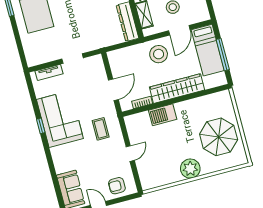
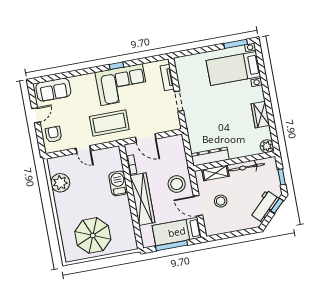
coffee table: (101, 129) -> (109, 123), width x1.86, depth x1.72
plant: (190, 169) -> (60, 183), moved

